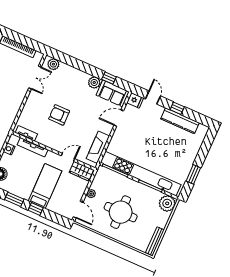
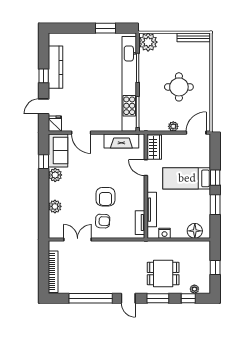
plant: (53, 64) -> (55, 206), moved
armchair: (41, 104) -> (103, 221), added
round table: (121, 212) -> (179, 87), width x0.73, depth x0.73

